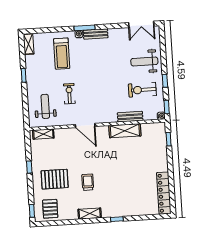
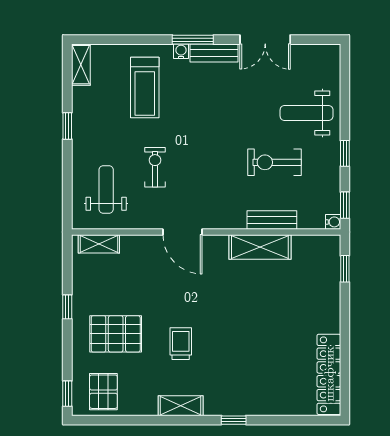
double door: (141, 24) -> (265, 40), moved
exercise bike: (142, 90) -> (274, 162), moved

